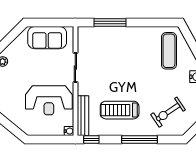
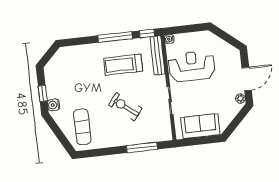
treadmill: (120, 110) -> (123, 65), turned 180
exercise bike: (168, 112) -> (125, 107), moved, turned -108
window: (140, 139) -> (115, 37), moved

